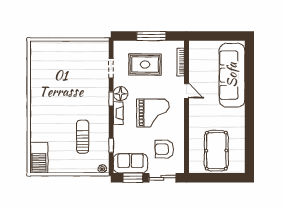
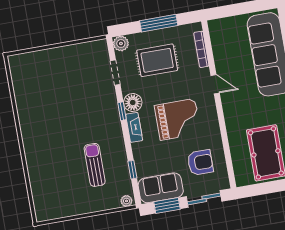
plant: (119, 47) -> (121, 43), added
armchair: (164, 149) -> (200, 162), turned 180
barbecue: (39, 158) -> (44, 201), removed

